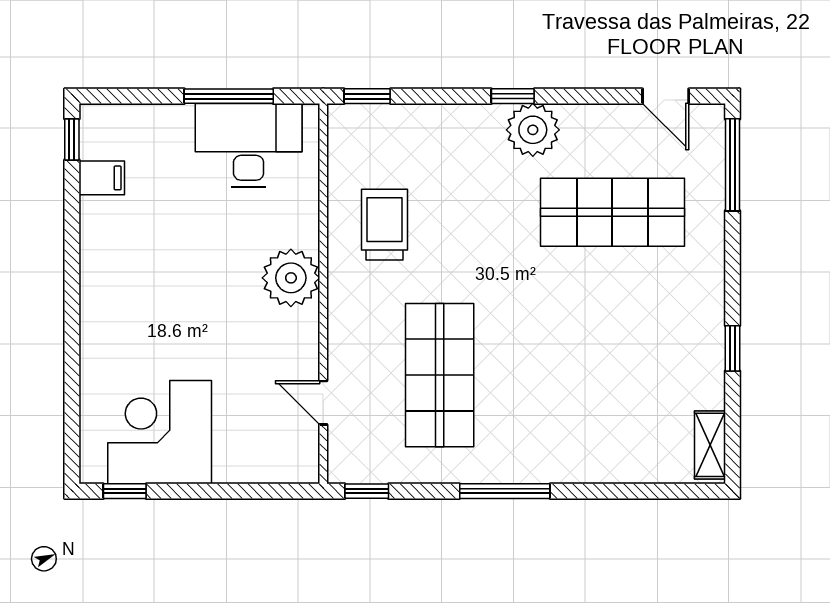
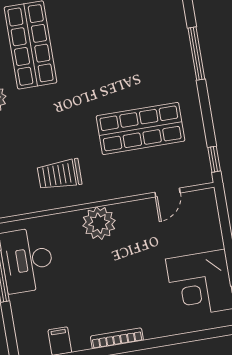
bookcase: (90, 275) -> (117, 338), added
window: (505, 491) -> (196, 54), moved

